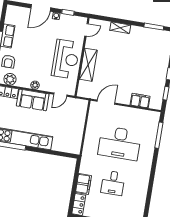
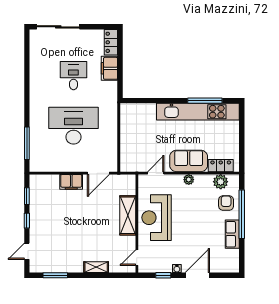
filing cabinet: (140, 101) -> (71, 182), moved

